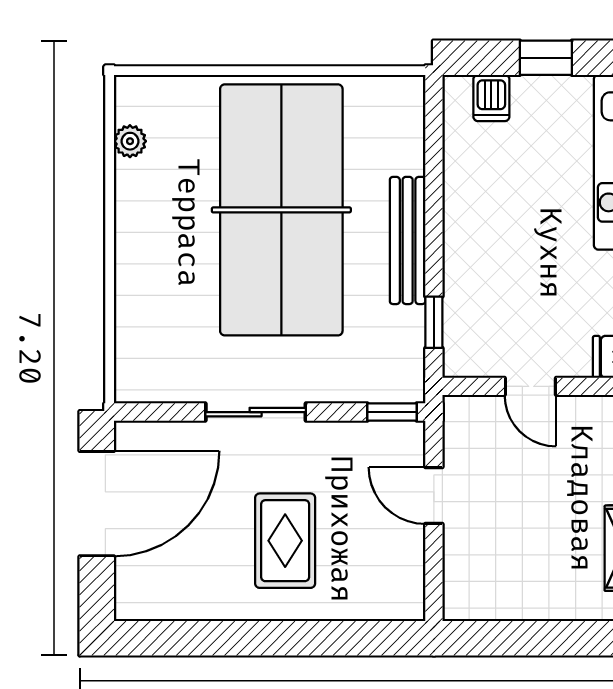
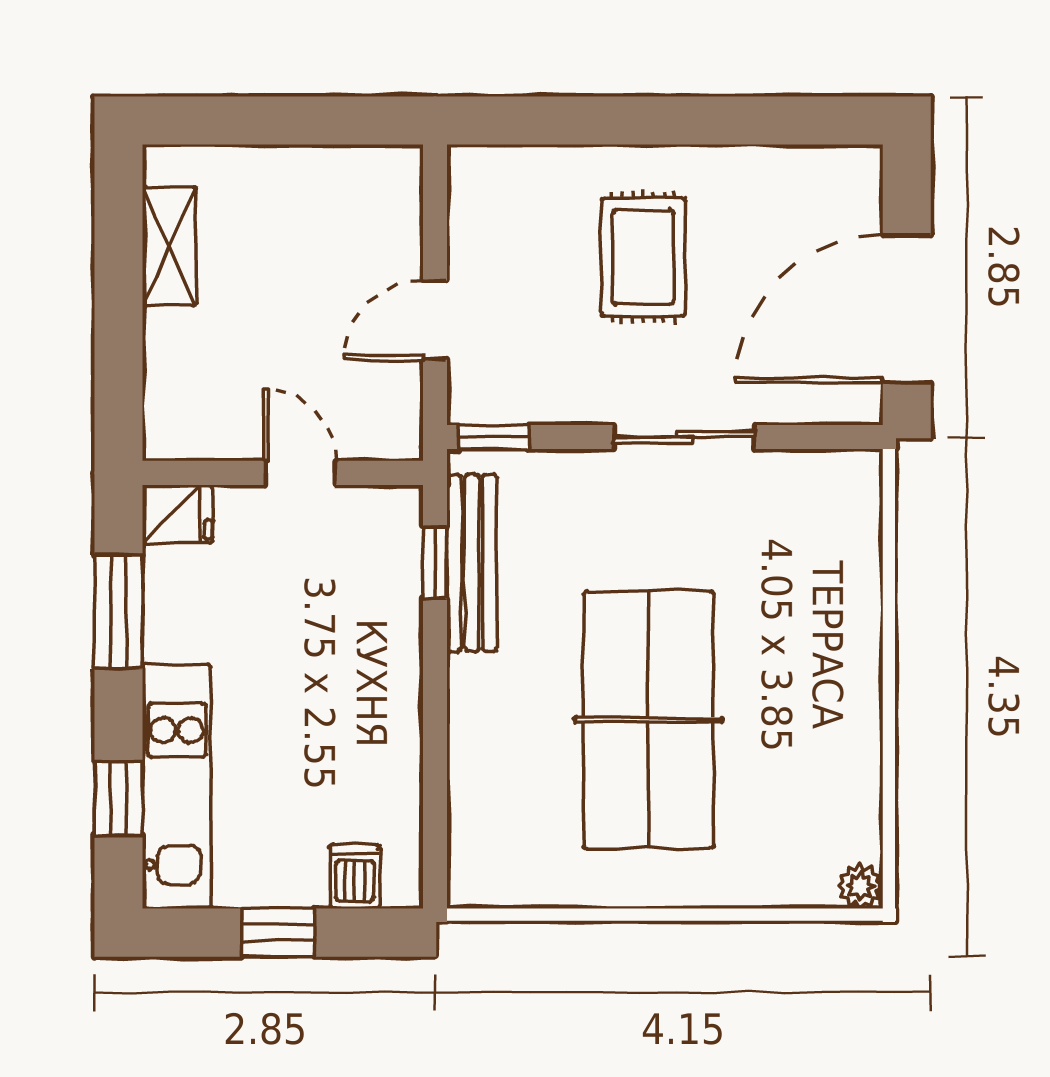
plant: (130, 141) -> (860, 886), moved
table tennis table: (281, 210) -> (649, 720), width x0.73, depth x0.76
bench: (408, 240) -> (472, 563), moved
door: (434, 496) -> (435, 320), swing flipped

